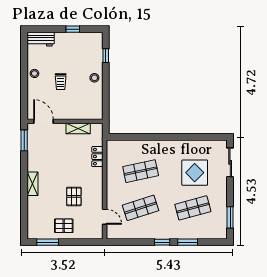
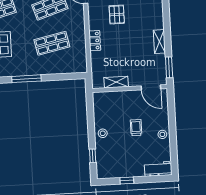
window: (168, 137) -> (26, 79), added
locker: (97, 157) -> (95, 41), moved
shelving: (32, 184) -> (159, 42), moved

